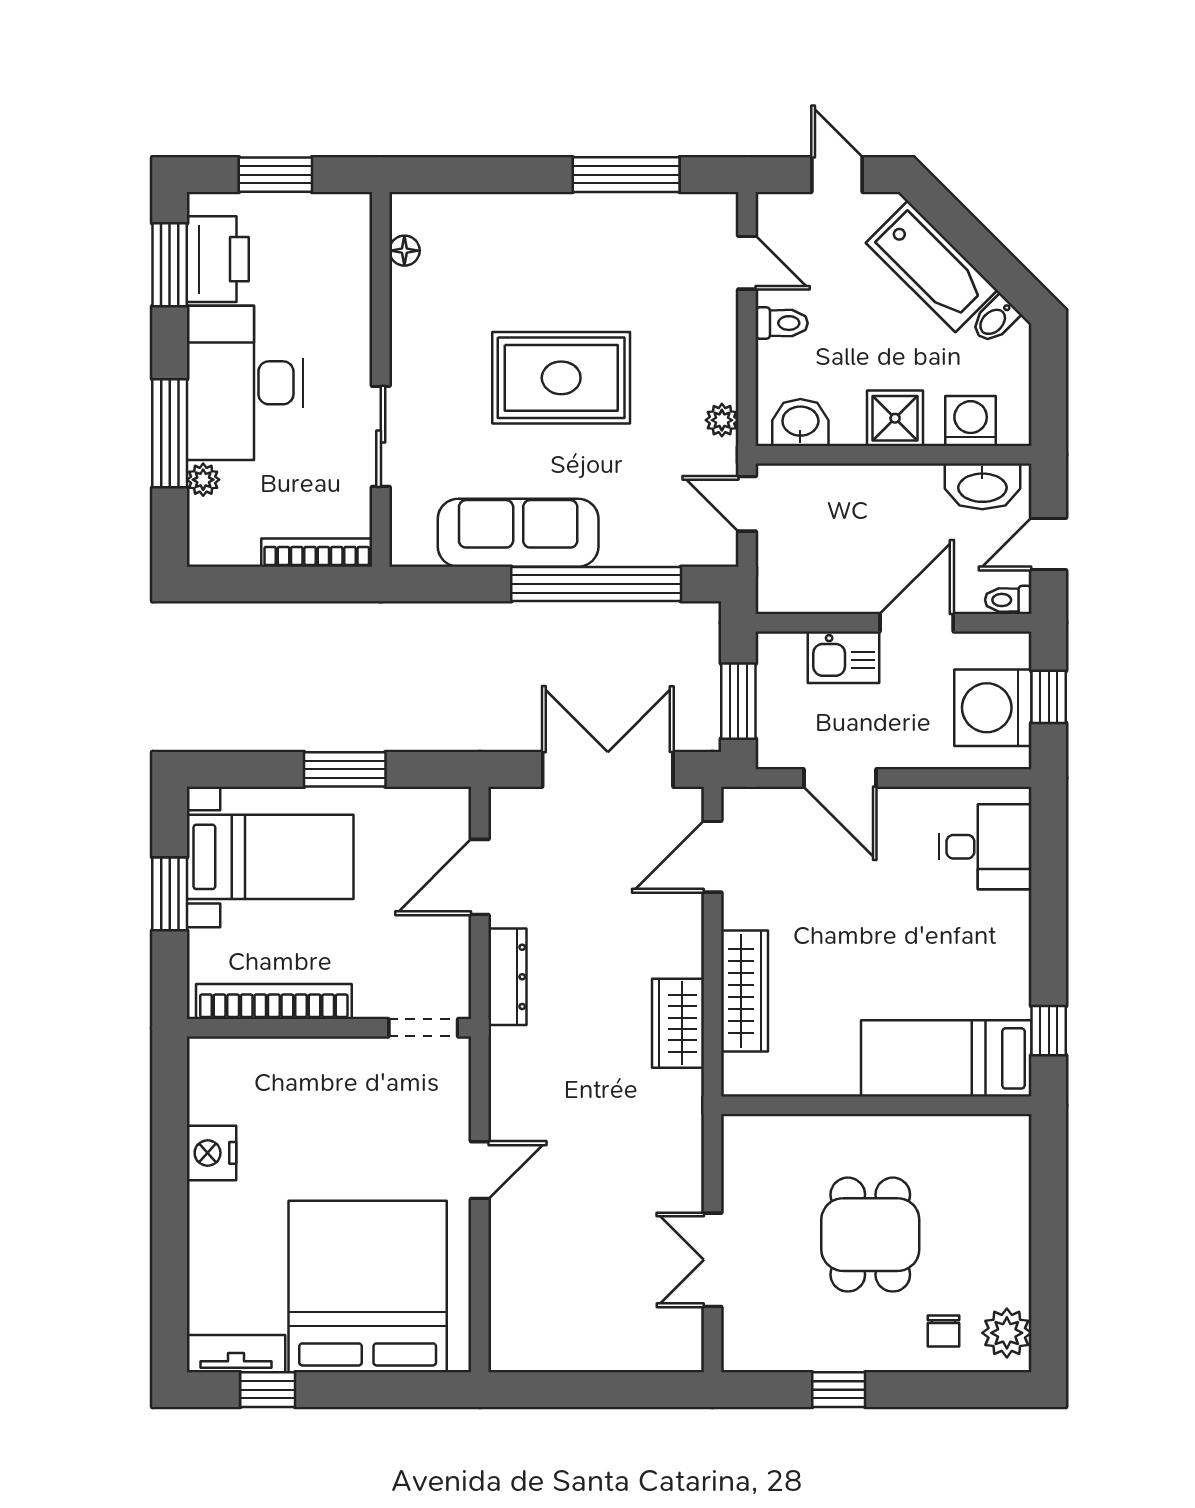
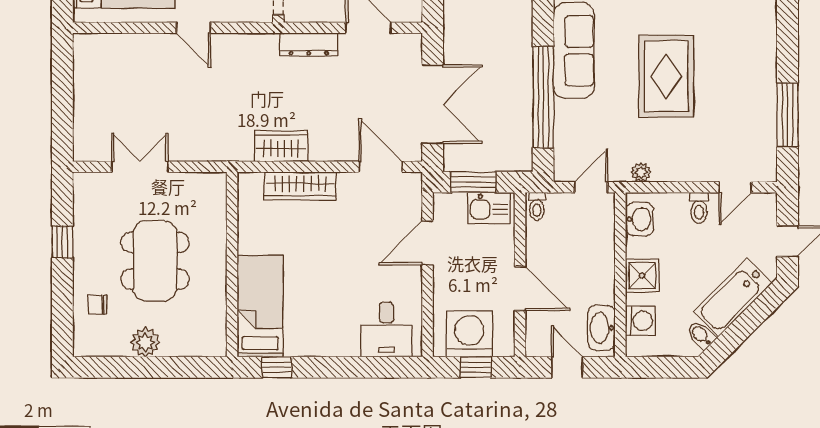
toilet: (1008, 600) -> (537, 206), moved, turned 180
kitchen sink: (843, 657) -> (489, 208), moved, turned -90
dining table: (870, 1235) -> (155, 261), width x1.37
plant: (1007, 1333) -> (145, 342), moved

